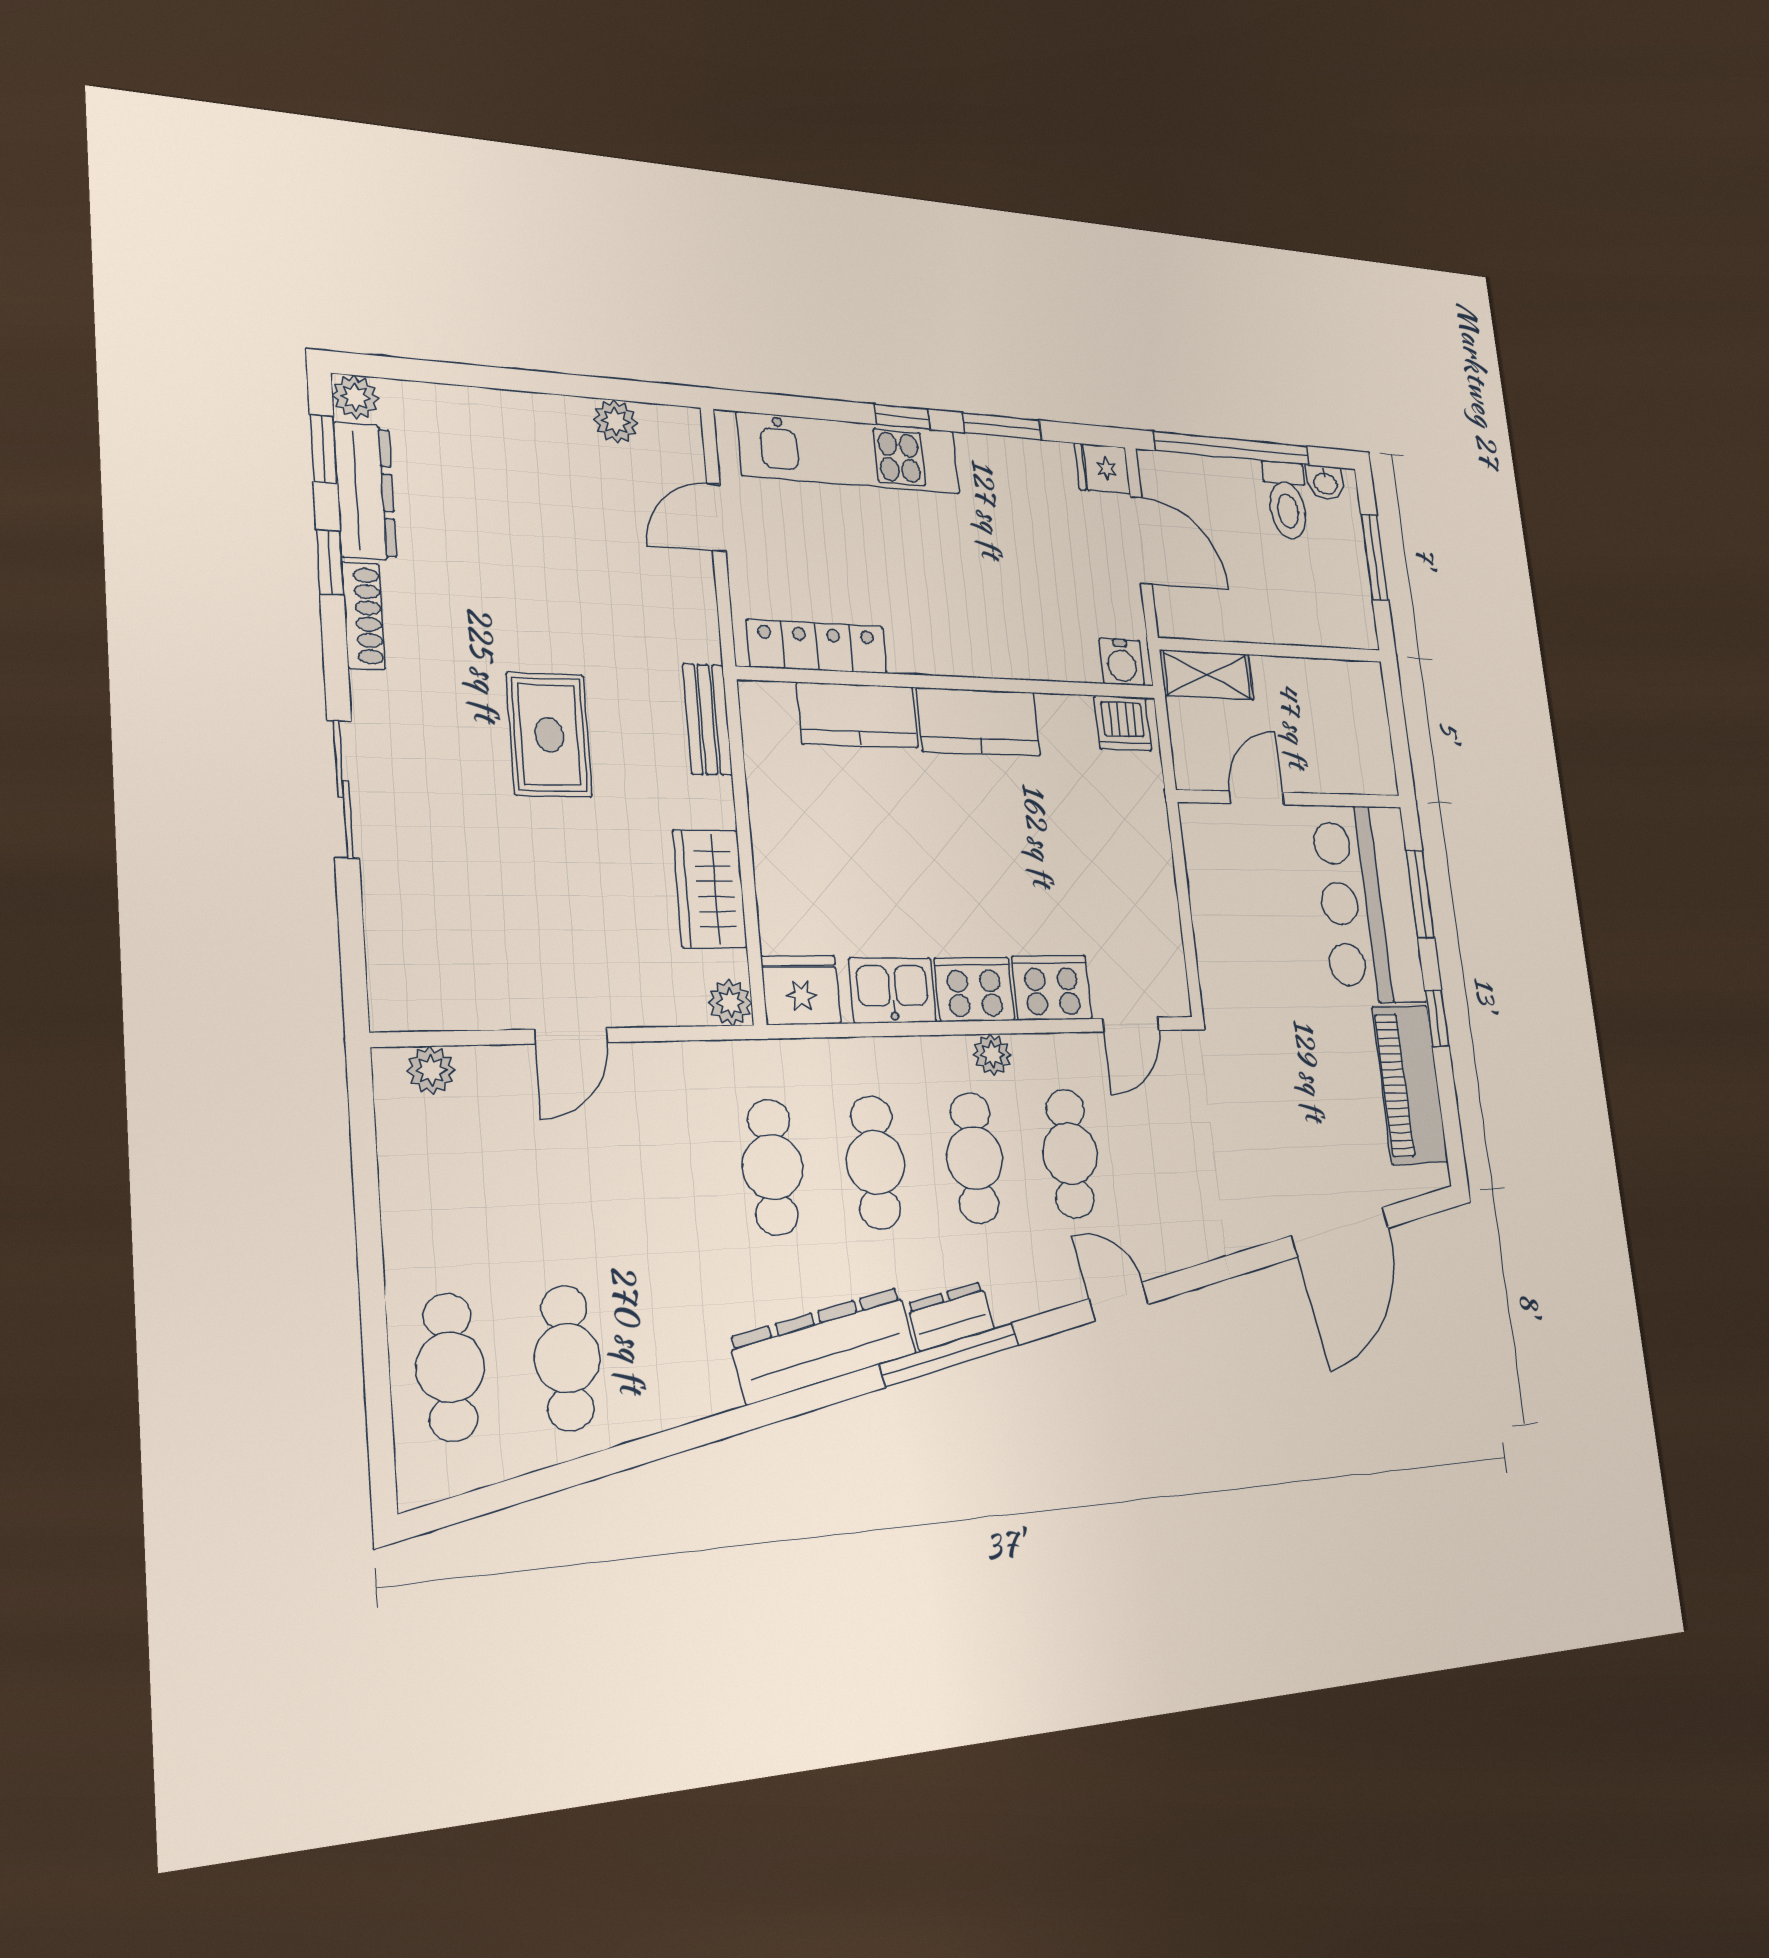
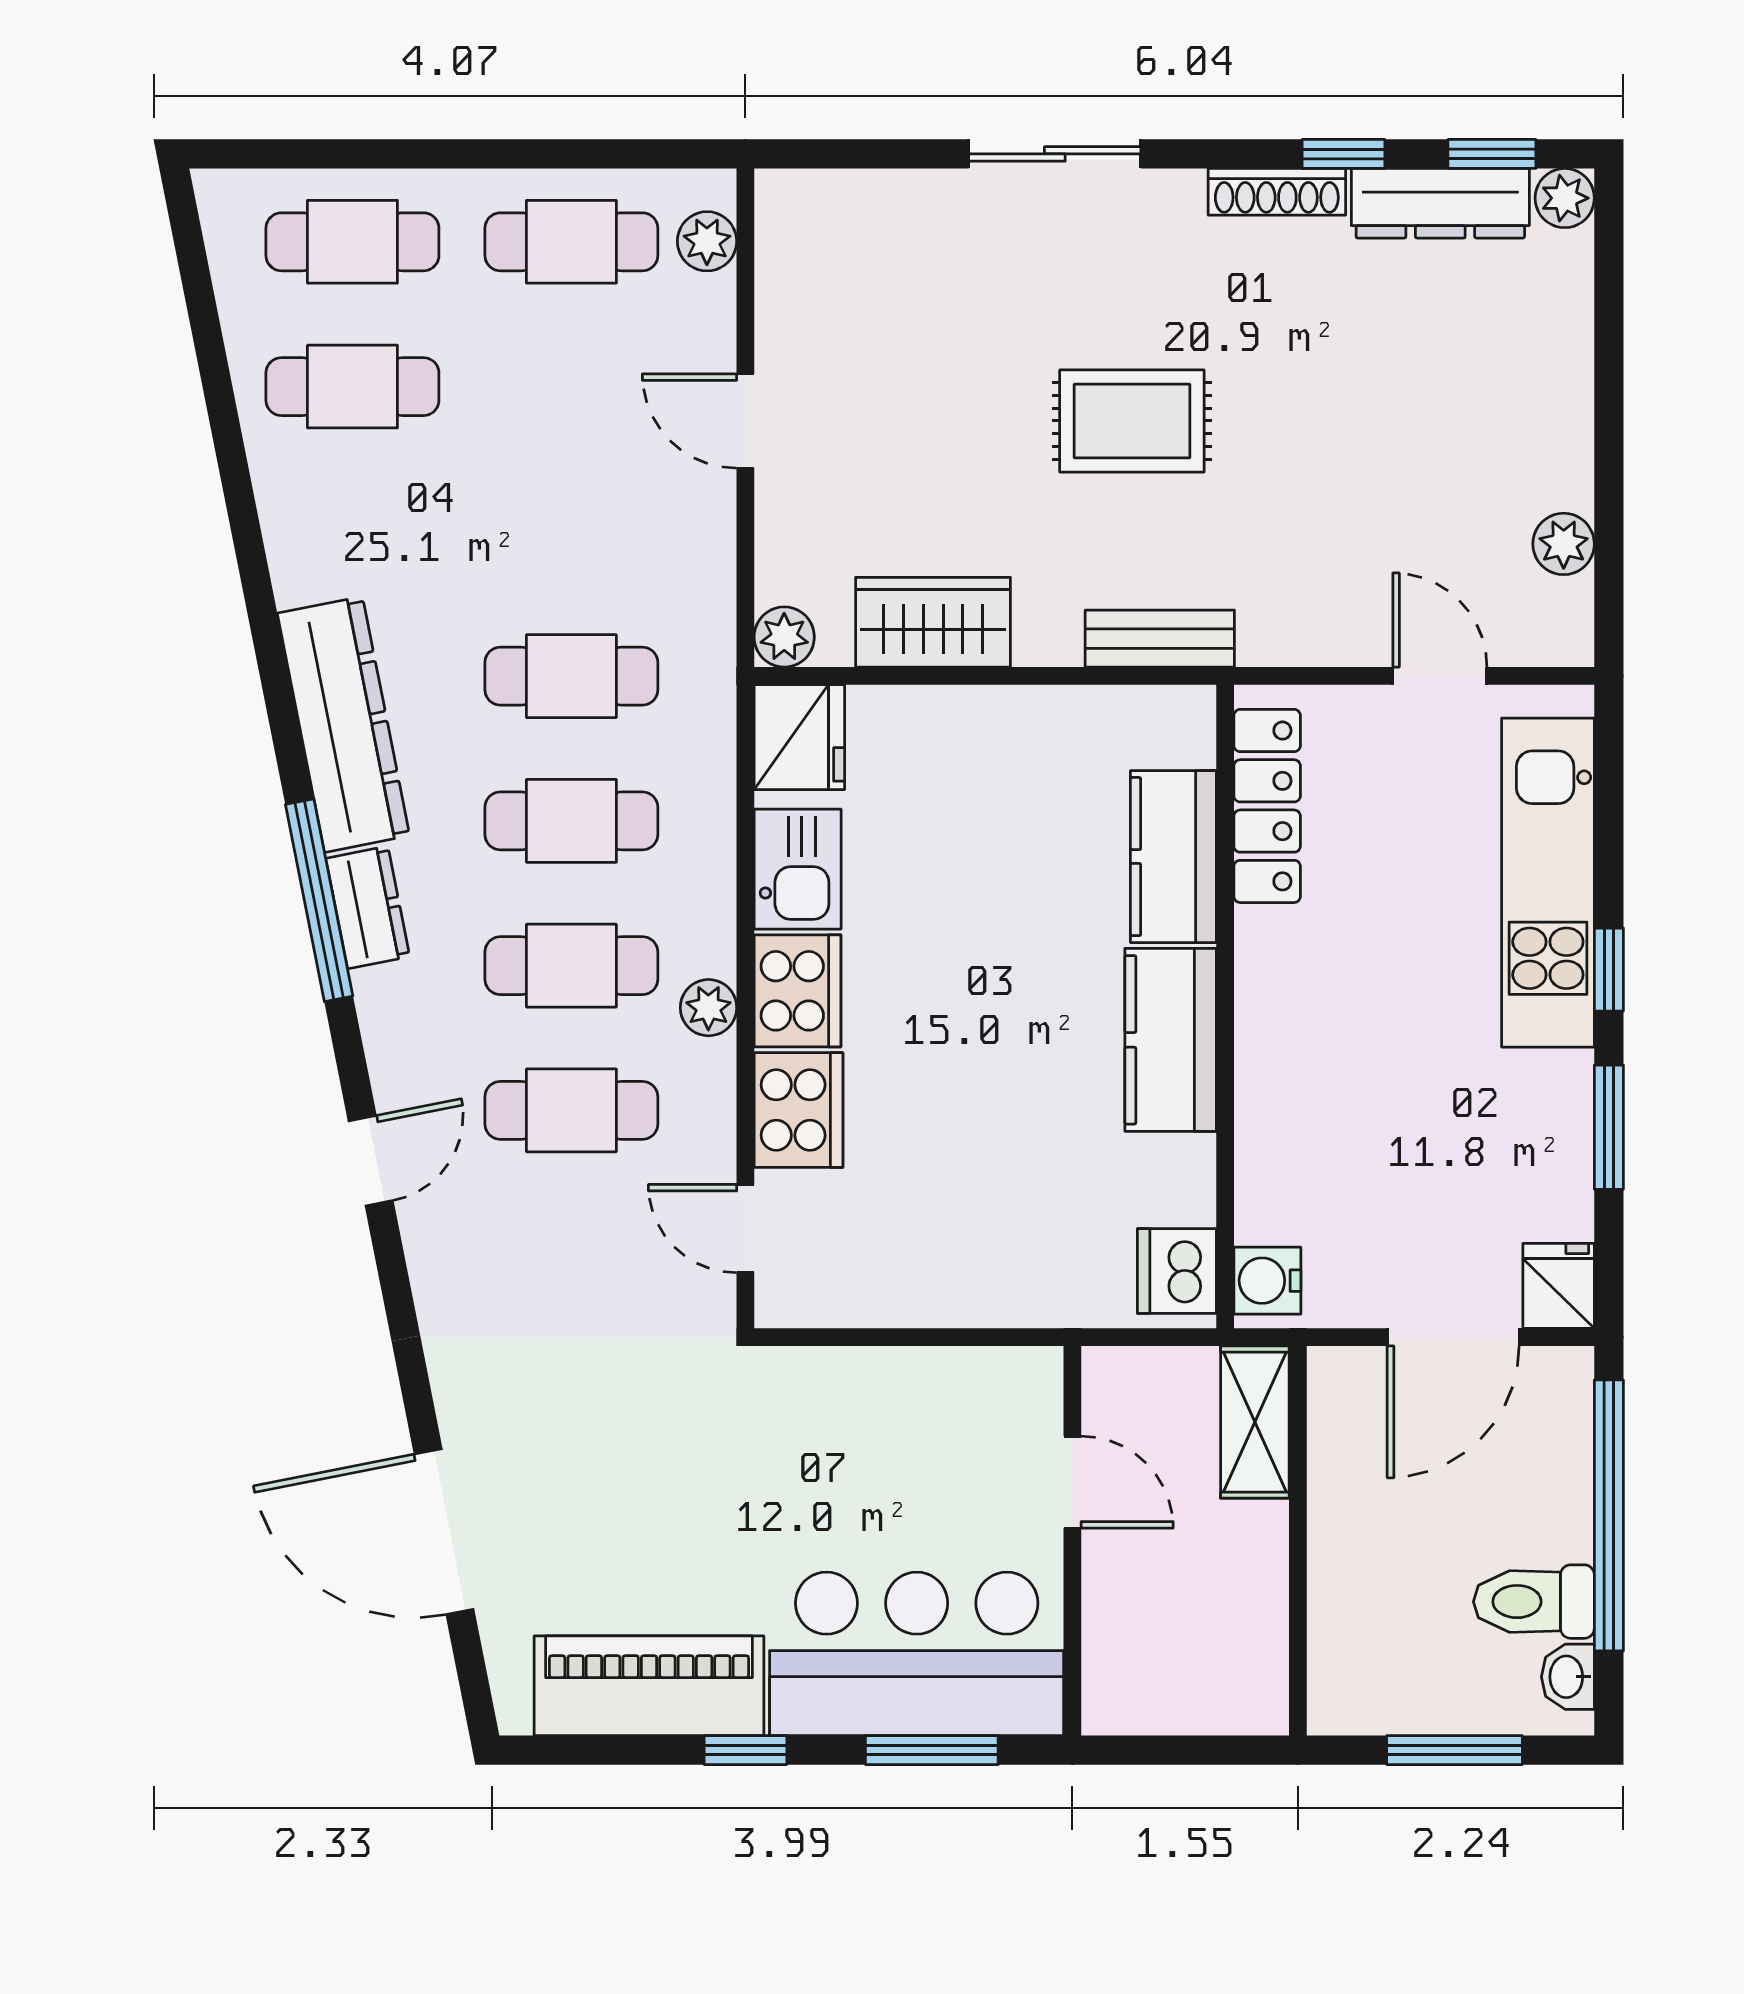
cafe table: (439, 1182) -> (571, 242), added

